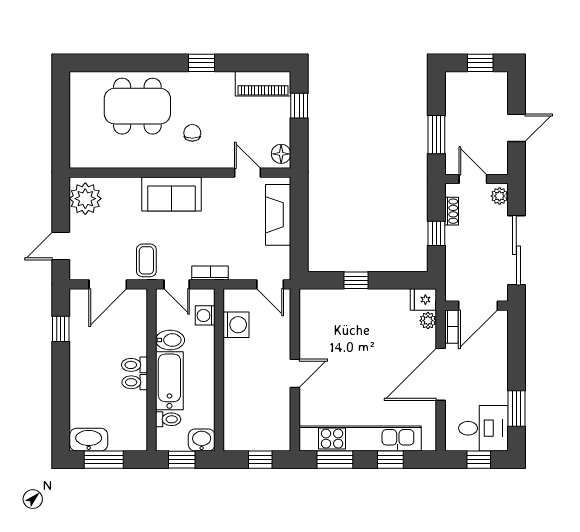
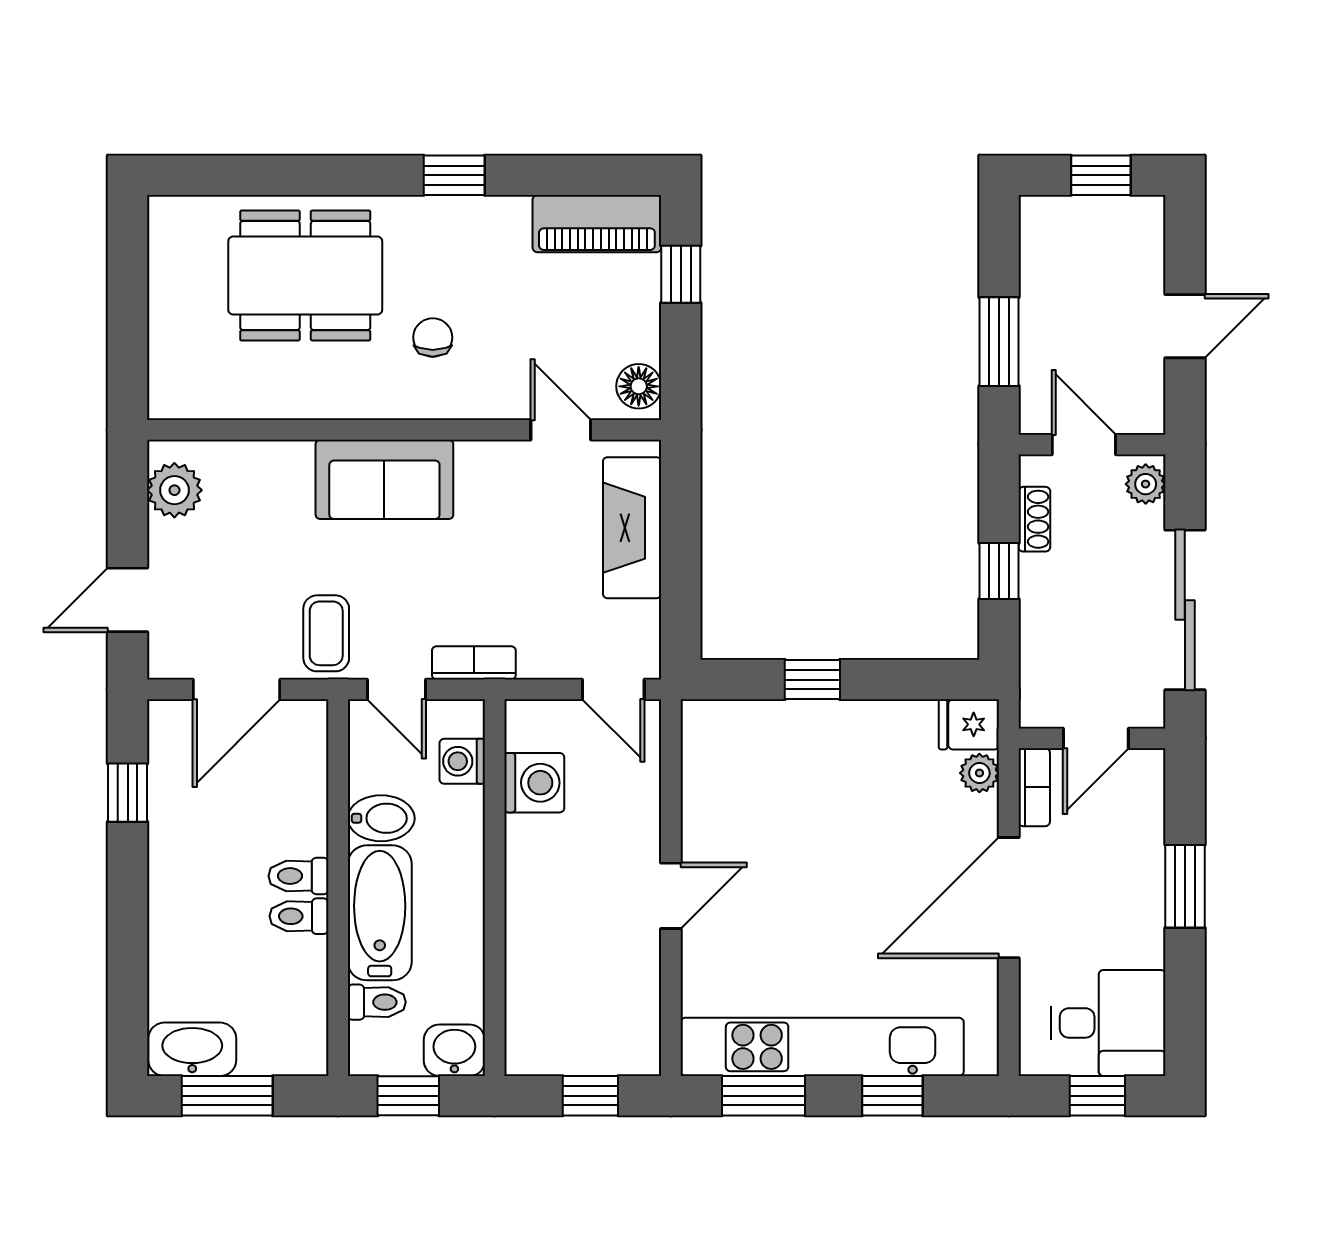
plant: (85, 199) -> (174, 490), width x0.73, depth x0.73
door: (478, 306) -> (1096, 738), width x0.73
window: (516, 408) -> (1185, 886), moved

